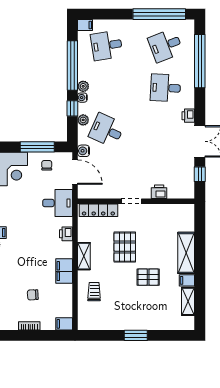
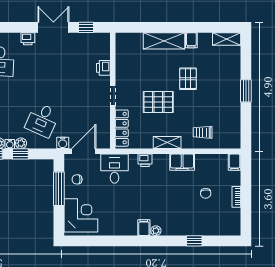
plant: (83, 120) -> (21, 143), moved
shelving: (188, 301) -> (227, 39), moved

